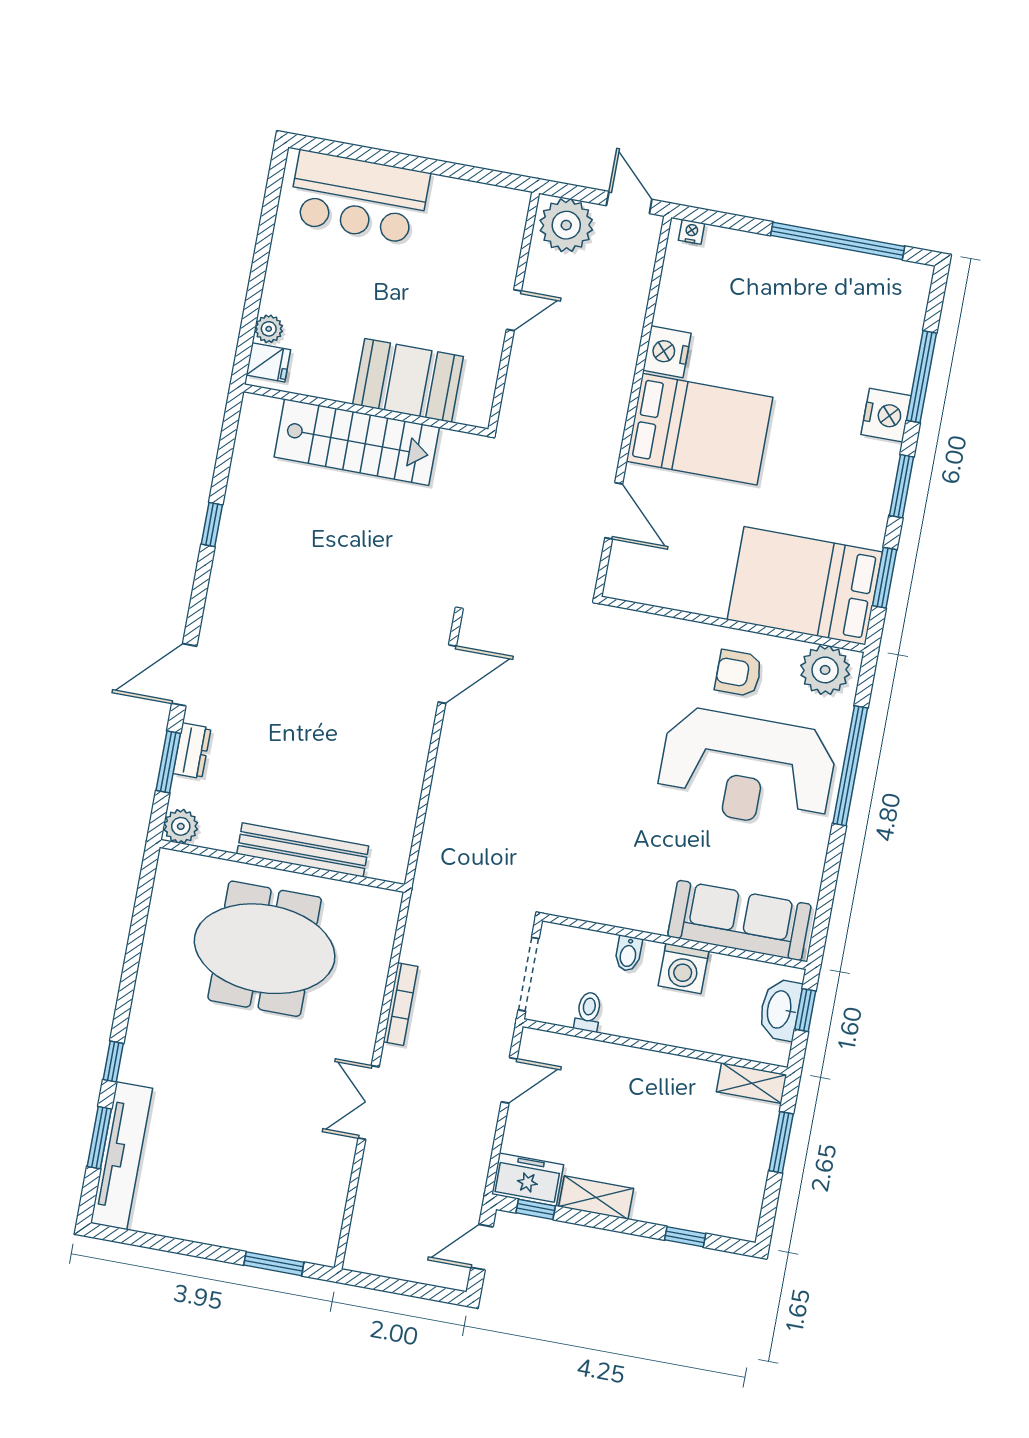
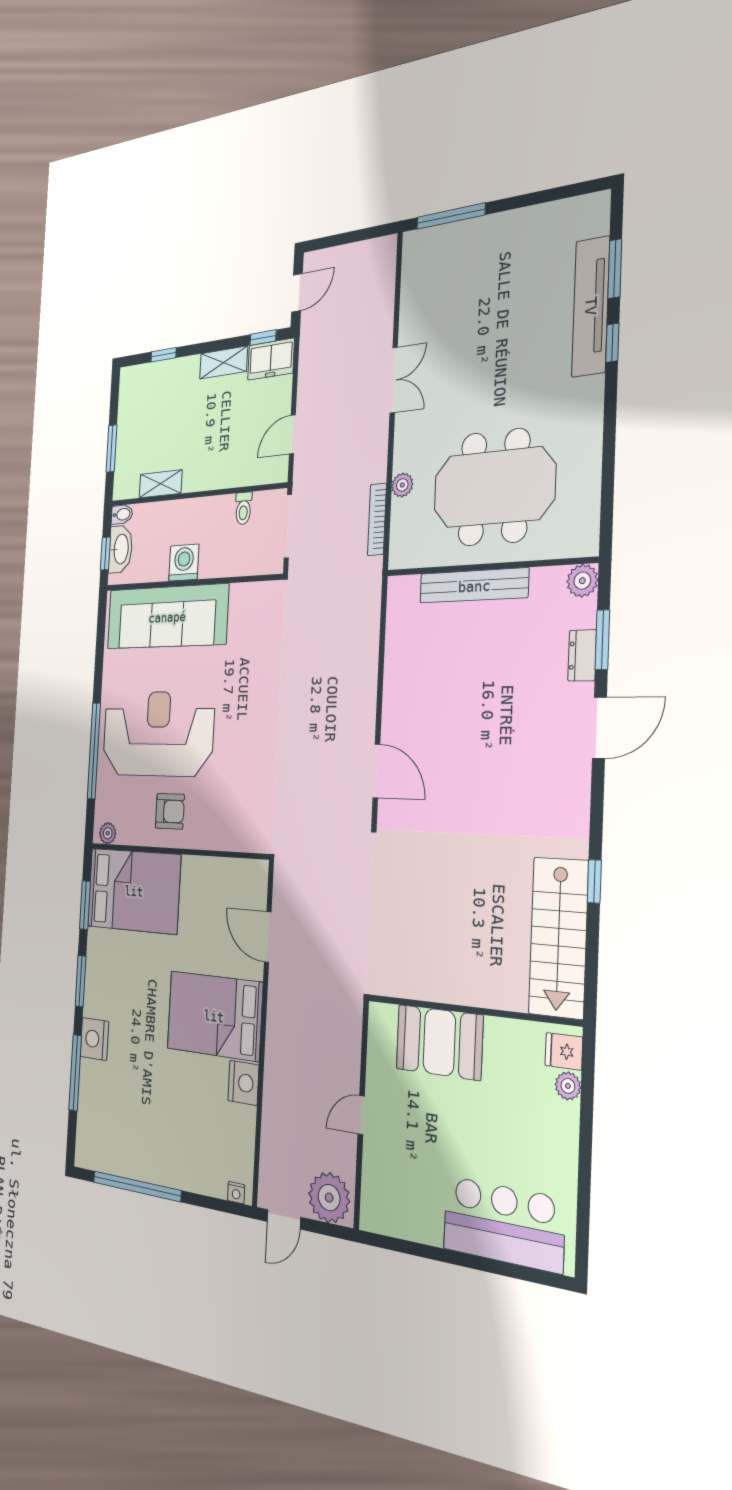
door: (629, 203) -> (284, 1219), hinge flipped
stairs: (357, 442) -> (558, 938), moved, turned -90
plant: (825, 670) -> (108, 833), width x0.53, depth x0.53
door: (447, 674) -> (376, 771), swing flipped
sofa: (739, 920) -> (167, 617), width x1.36, depth x1.27
bidet: (628, 954) -> (122, 514), moved, turned 90
plant: (373, 981) -> (402, 485), added
bookcase: (400, 1004) -> (377, 519), moved
shelving: (752, 1083) -> (161, 484), moved
tv unit: (122, 1156) -> (591, 306), moved
window: (274, 1264) -> (451, 216), width x1.44

